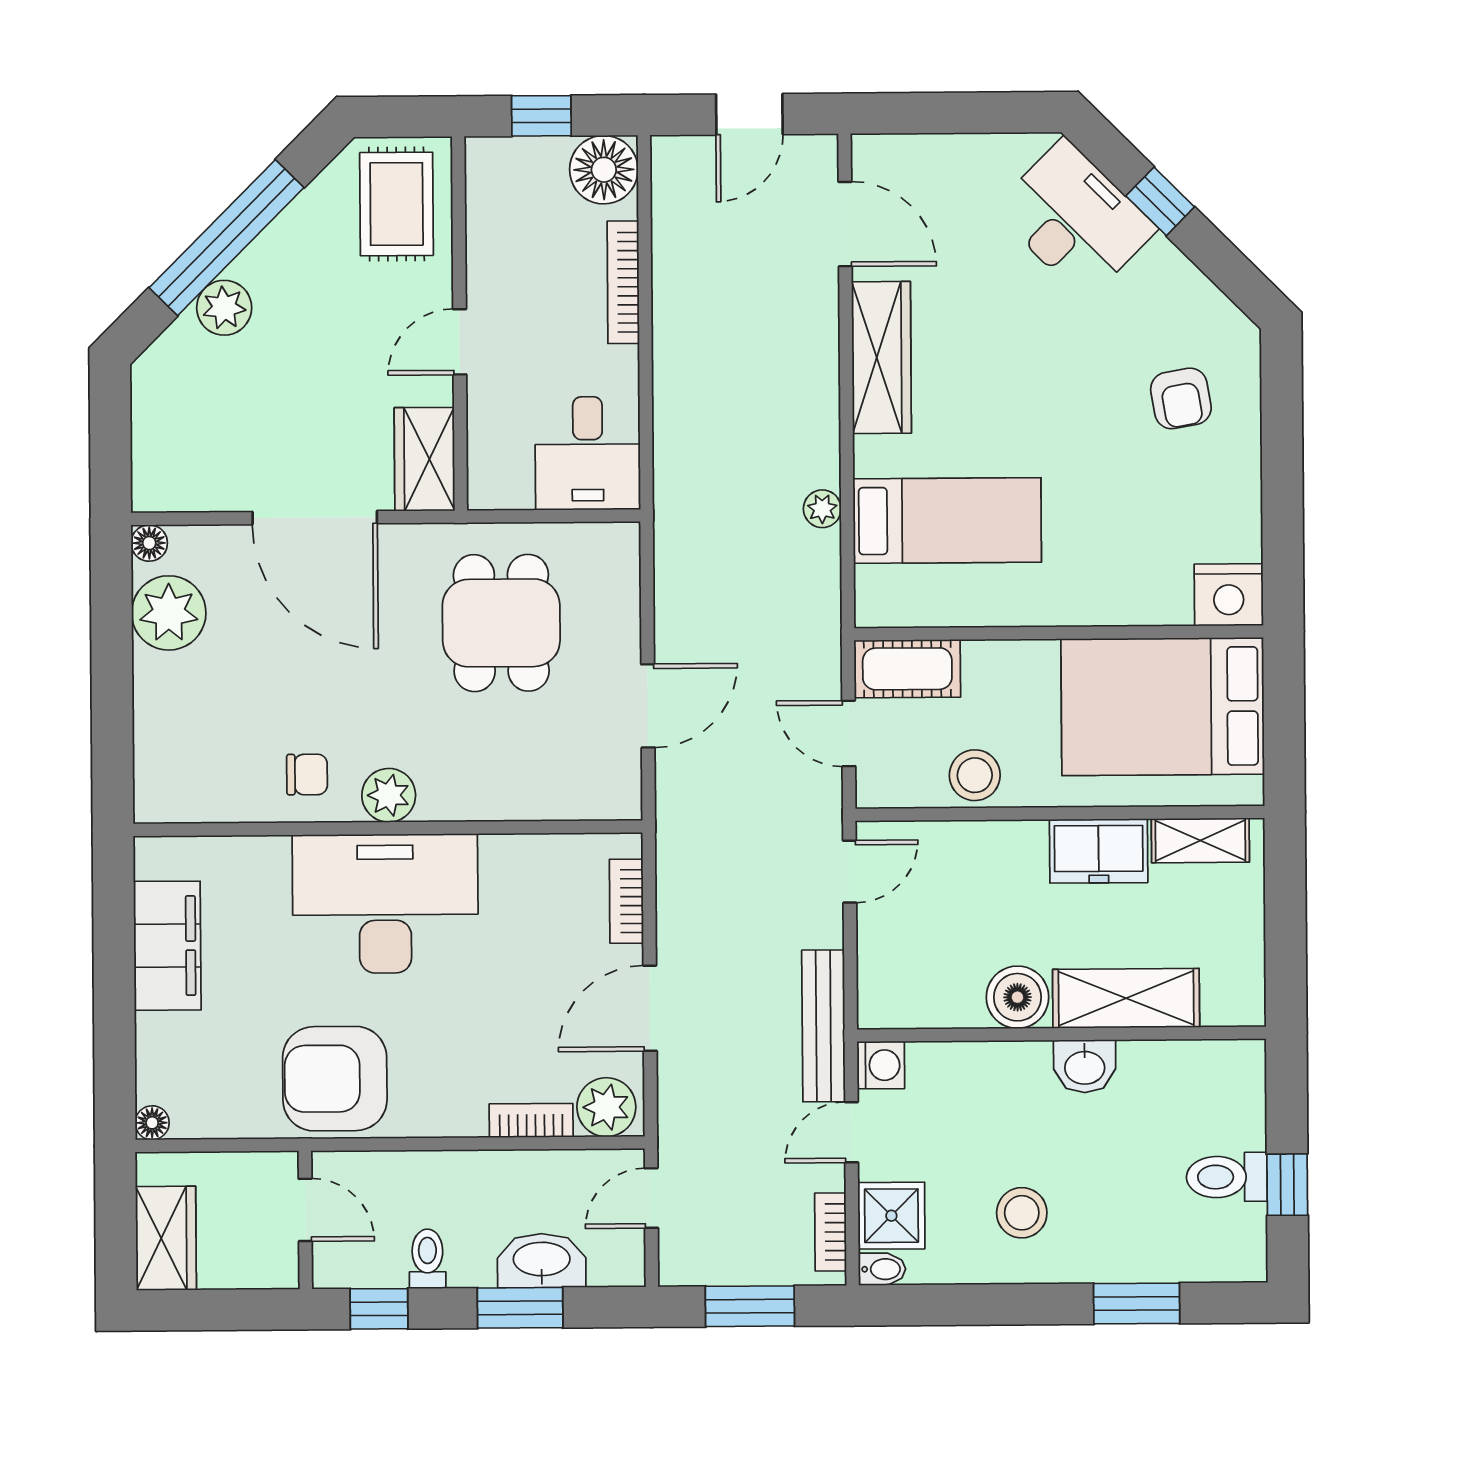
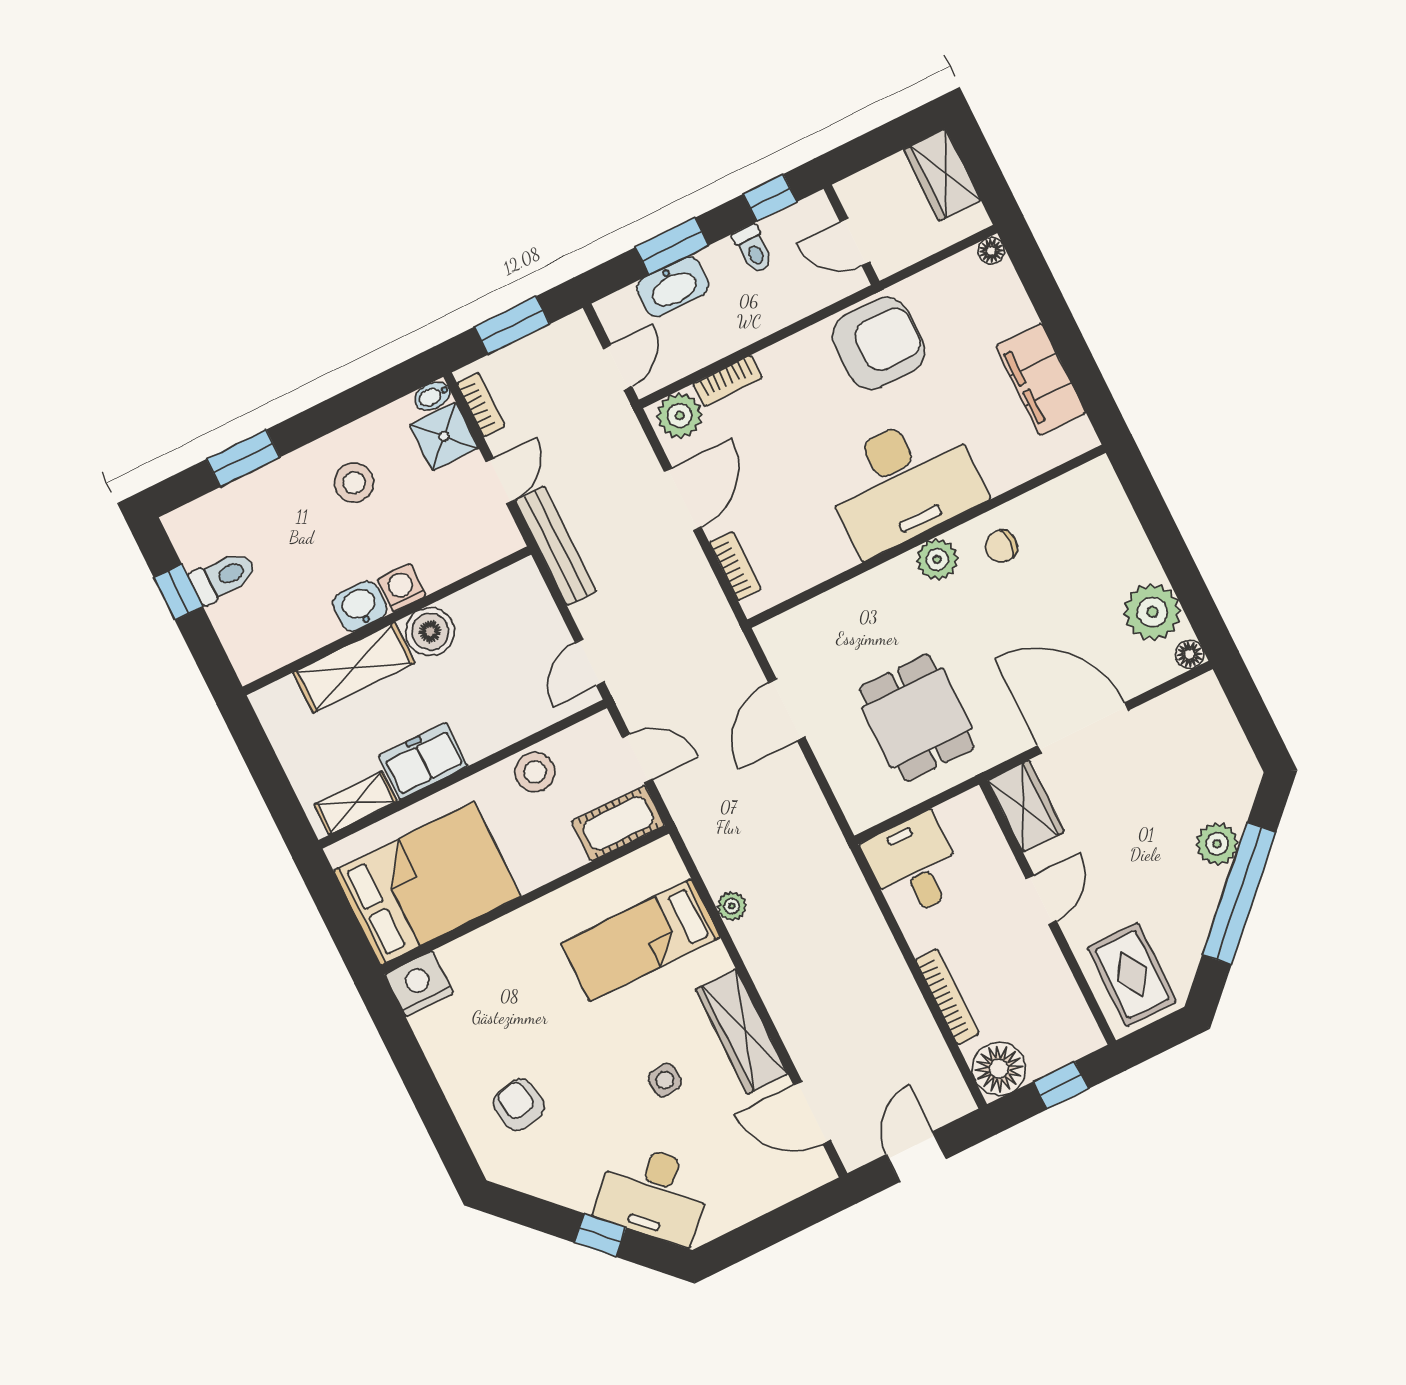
side table: (998, 345) -> (665, 1080), added
washing machine: (881, 1065) -> (402, 588), moved, turned 90

